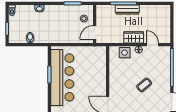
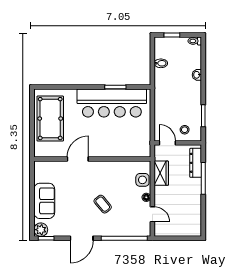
dresser: (127, 10) -> (196, 163), moved
wardrobe: (134, 37) -> (161, 173), moved
door: (152, 45) -> (152, 214), hinge flipped

